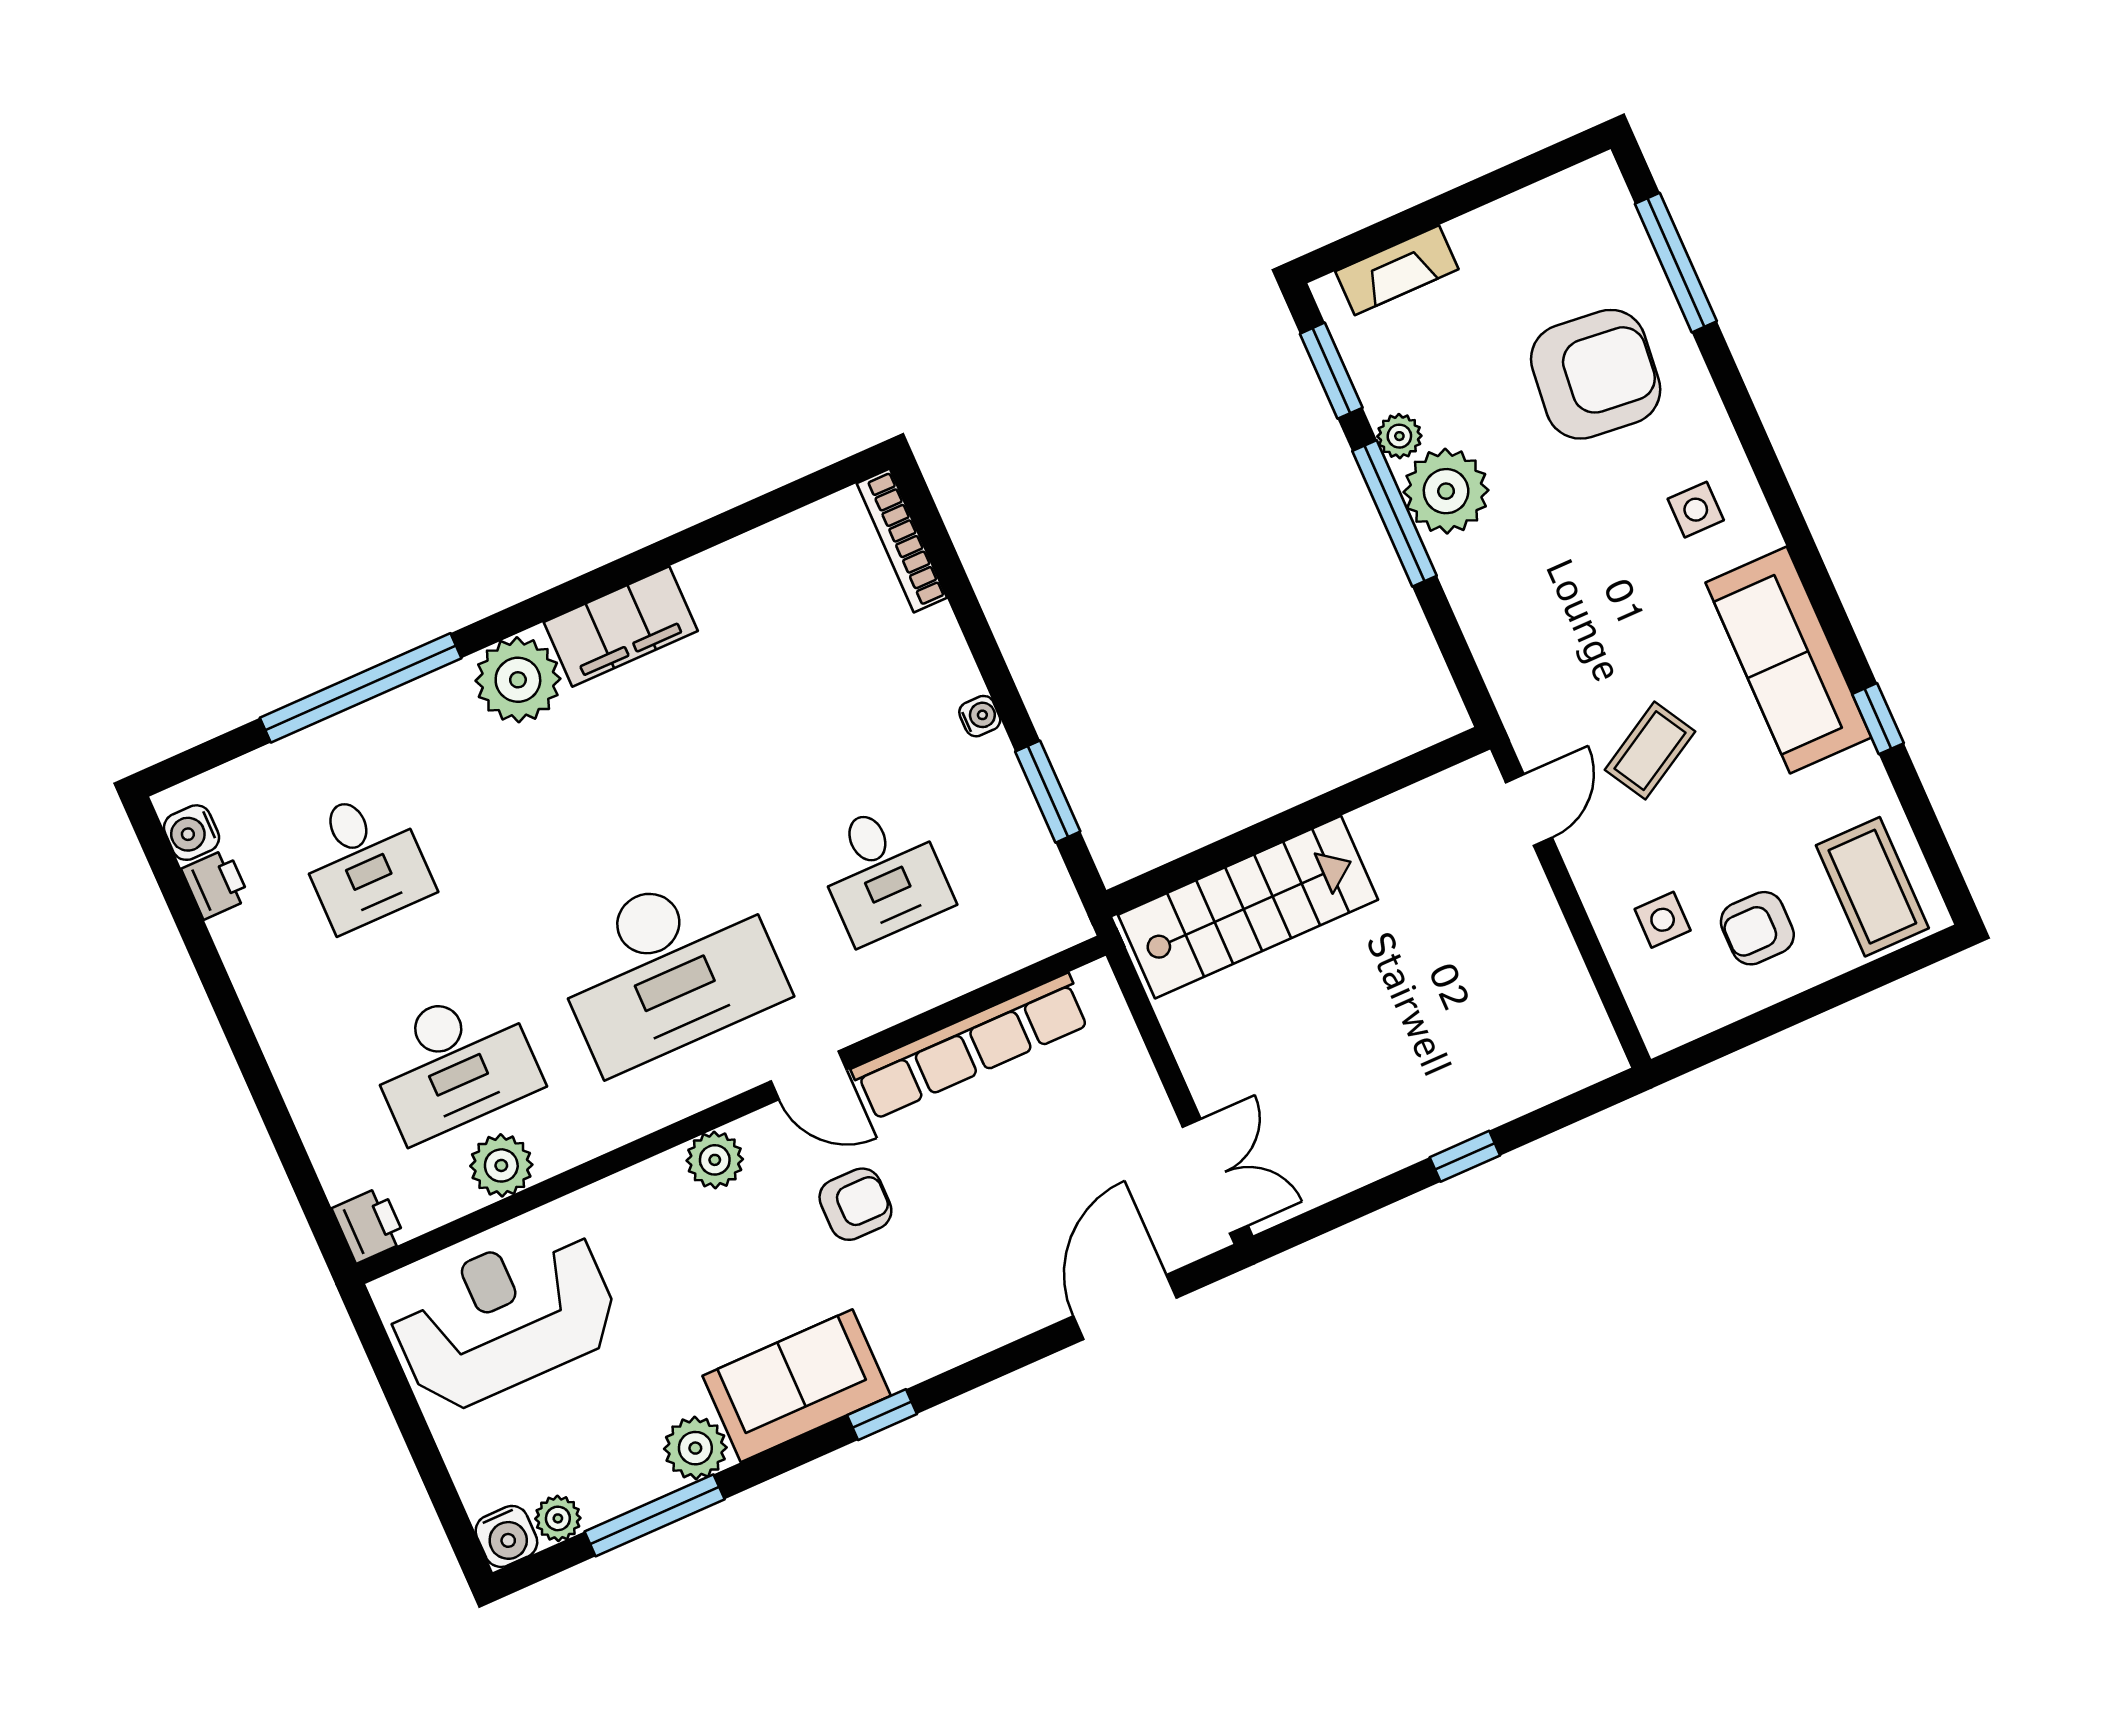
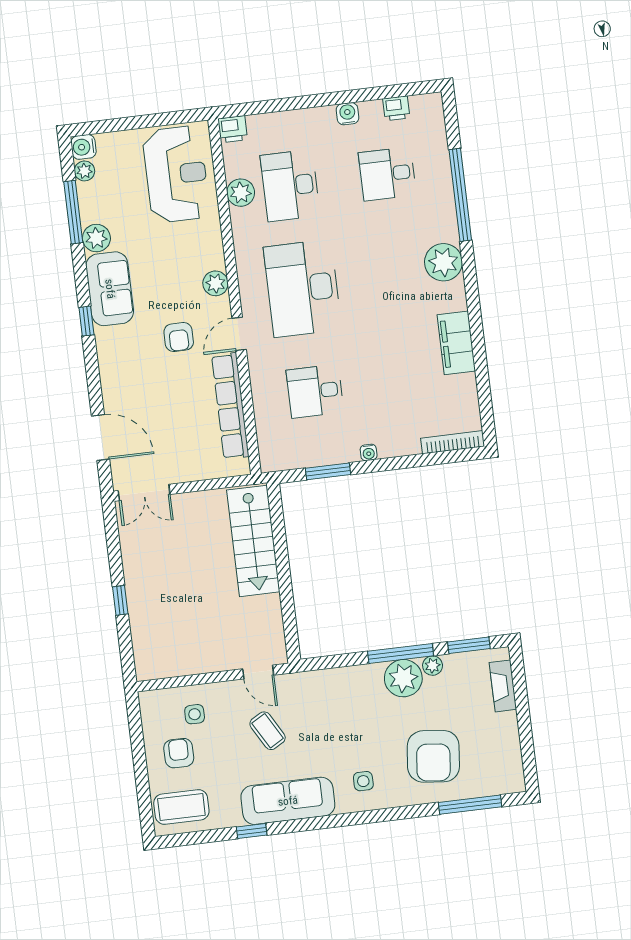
filing cabinet: (621, 627) -> (456, 343), moved
water cooler: (191, 833) -> (347, 114), moved

